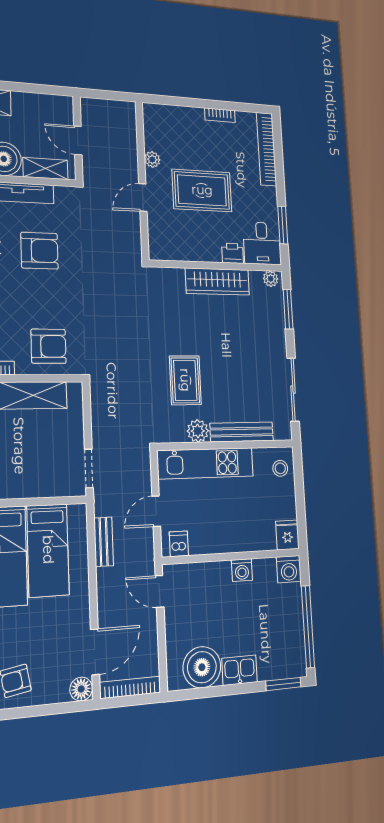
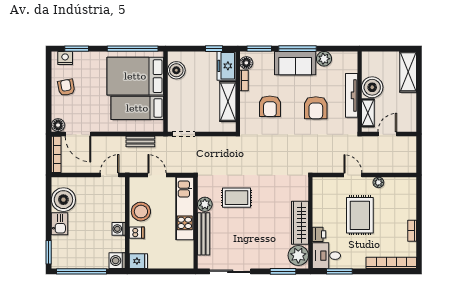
plant: (271, 279) -> (298, 255), width x1.87, depth x1.87
armchair: (49, 346) -> (270, 106), moved
stool: (280, 468) -> (141, 212), moved, width x1.89, depth x1.89
dishwasher: (179, 544) -> (137, 233), moved

